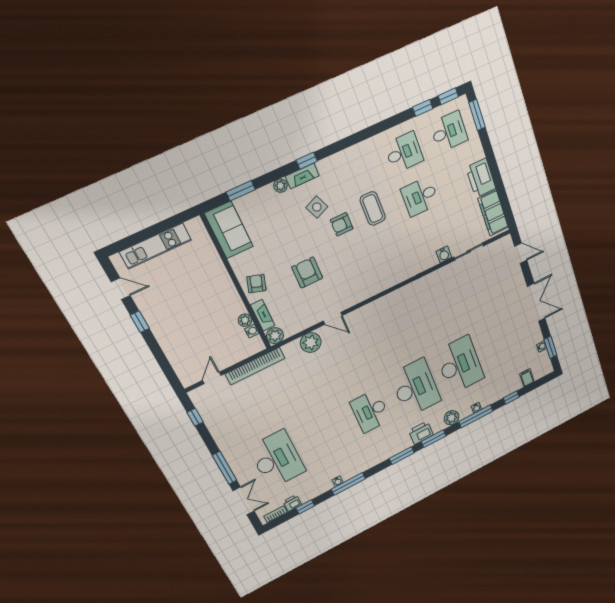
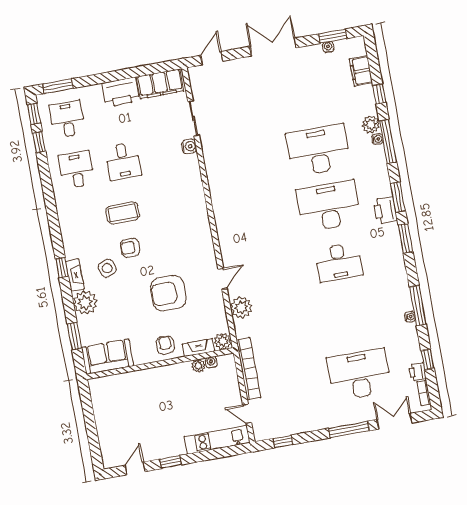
plant: (280, 186) -> (85, 303), width x1.88, depth x1.88
armchair: (342, 224) -> (130, 248), turned 90
kitchen unit: (156, 246) -> (217, 440), moved, turned -90
armchair: (307, 273) -> (168, 293), width x1.36, depth x1.36
armchair: (256, 284) -> (165, 345), turned 72
filing cabinet: (527, 378) -> (361, 71), width x2.00
plant: (451, 418) -> (371, 124), moved

